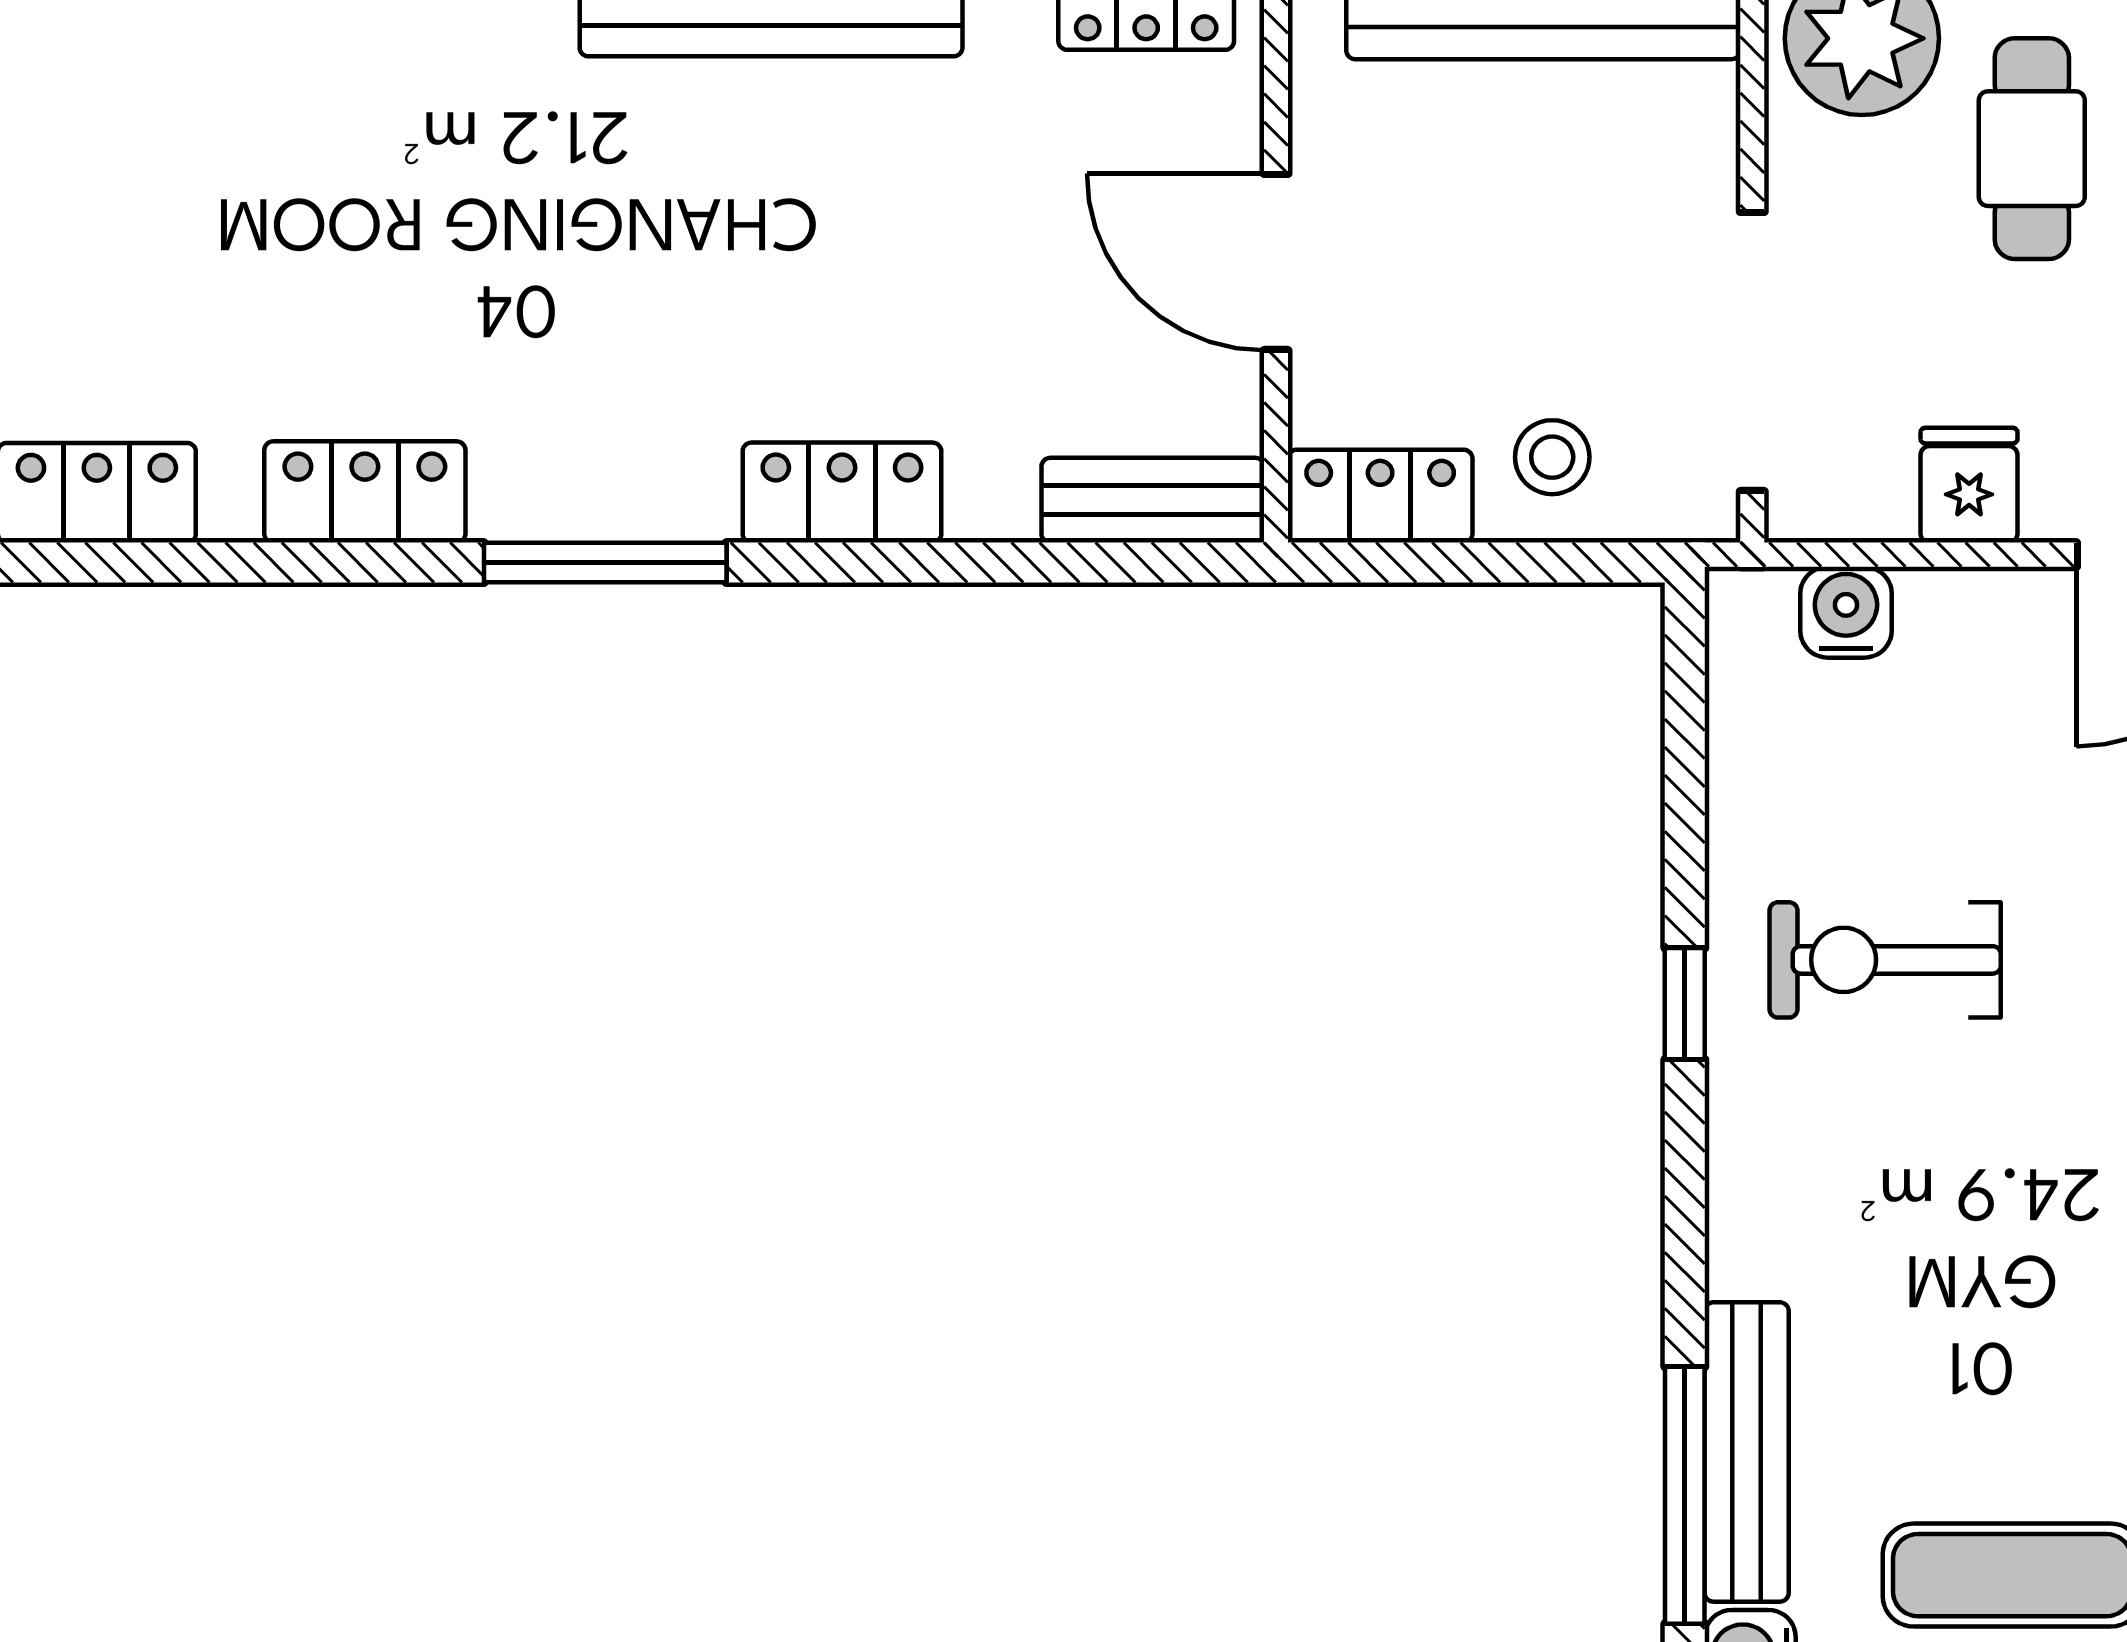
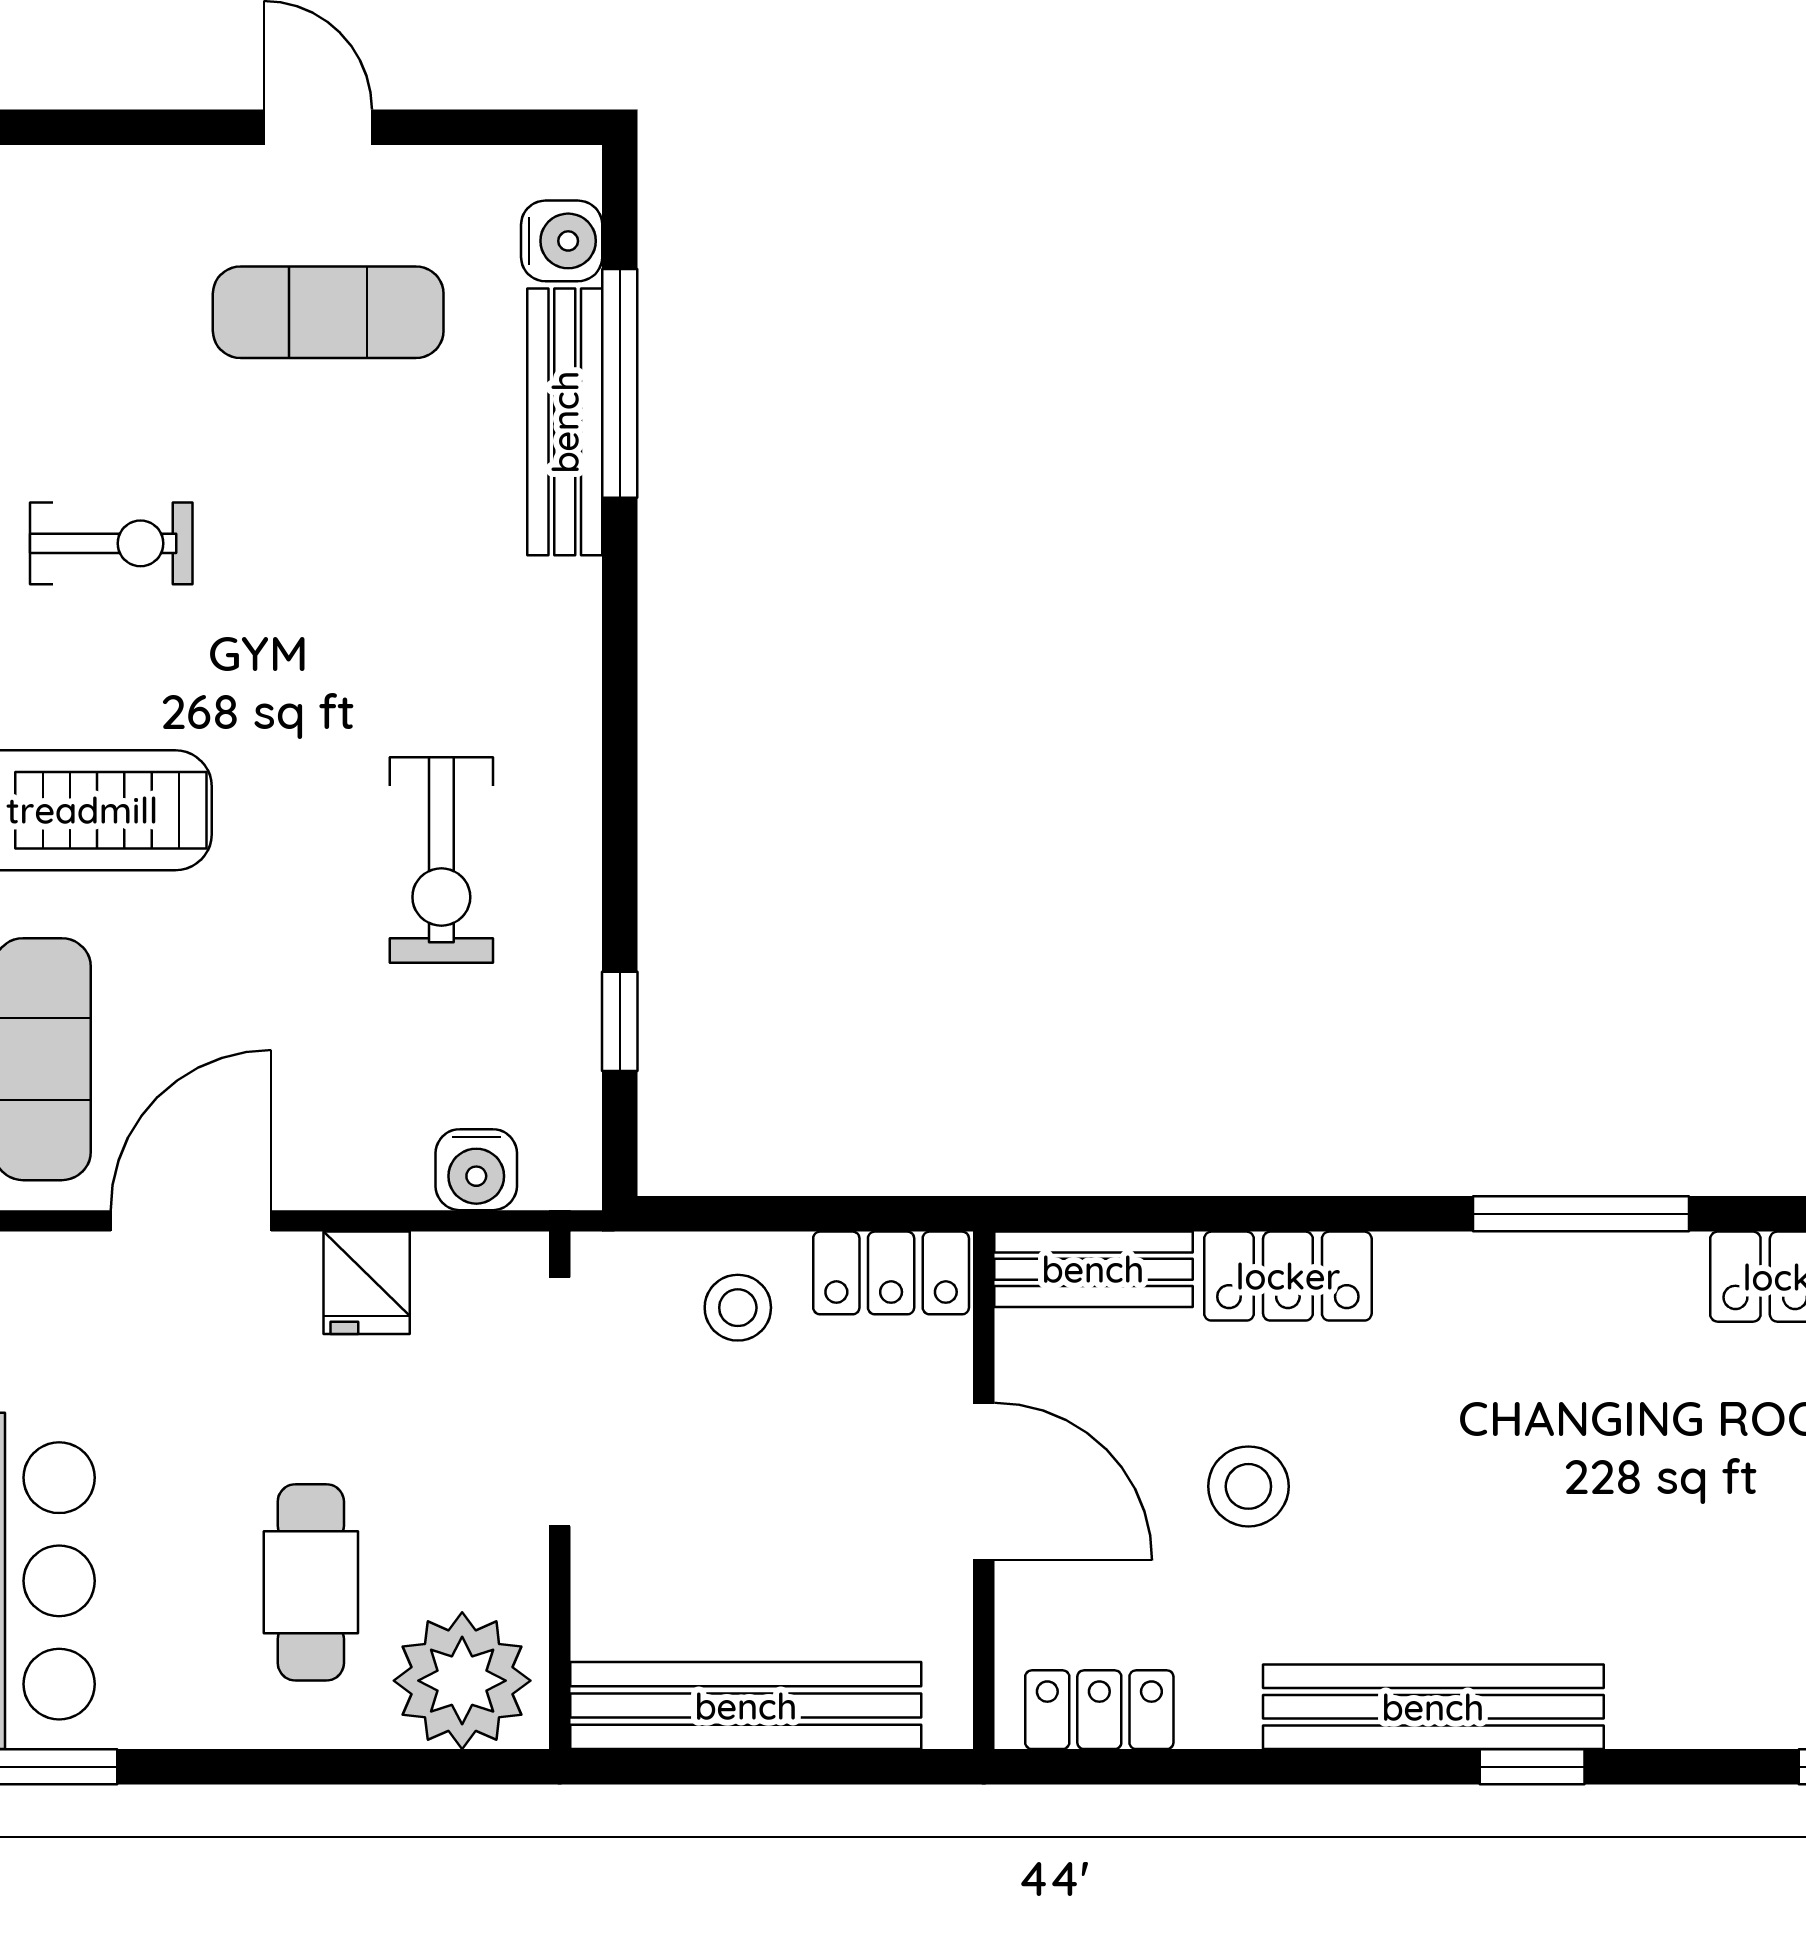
stool: (979, 256) -> (1248, 1486), added
locker: (842, 493) -> (1288, 1276), moved
exercise bike: (1885, 960) -> (441, 860), turned 90
window: (1685, 1004) -> (620, 1021), moved

